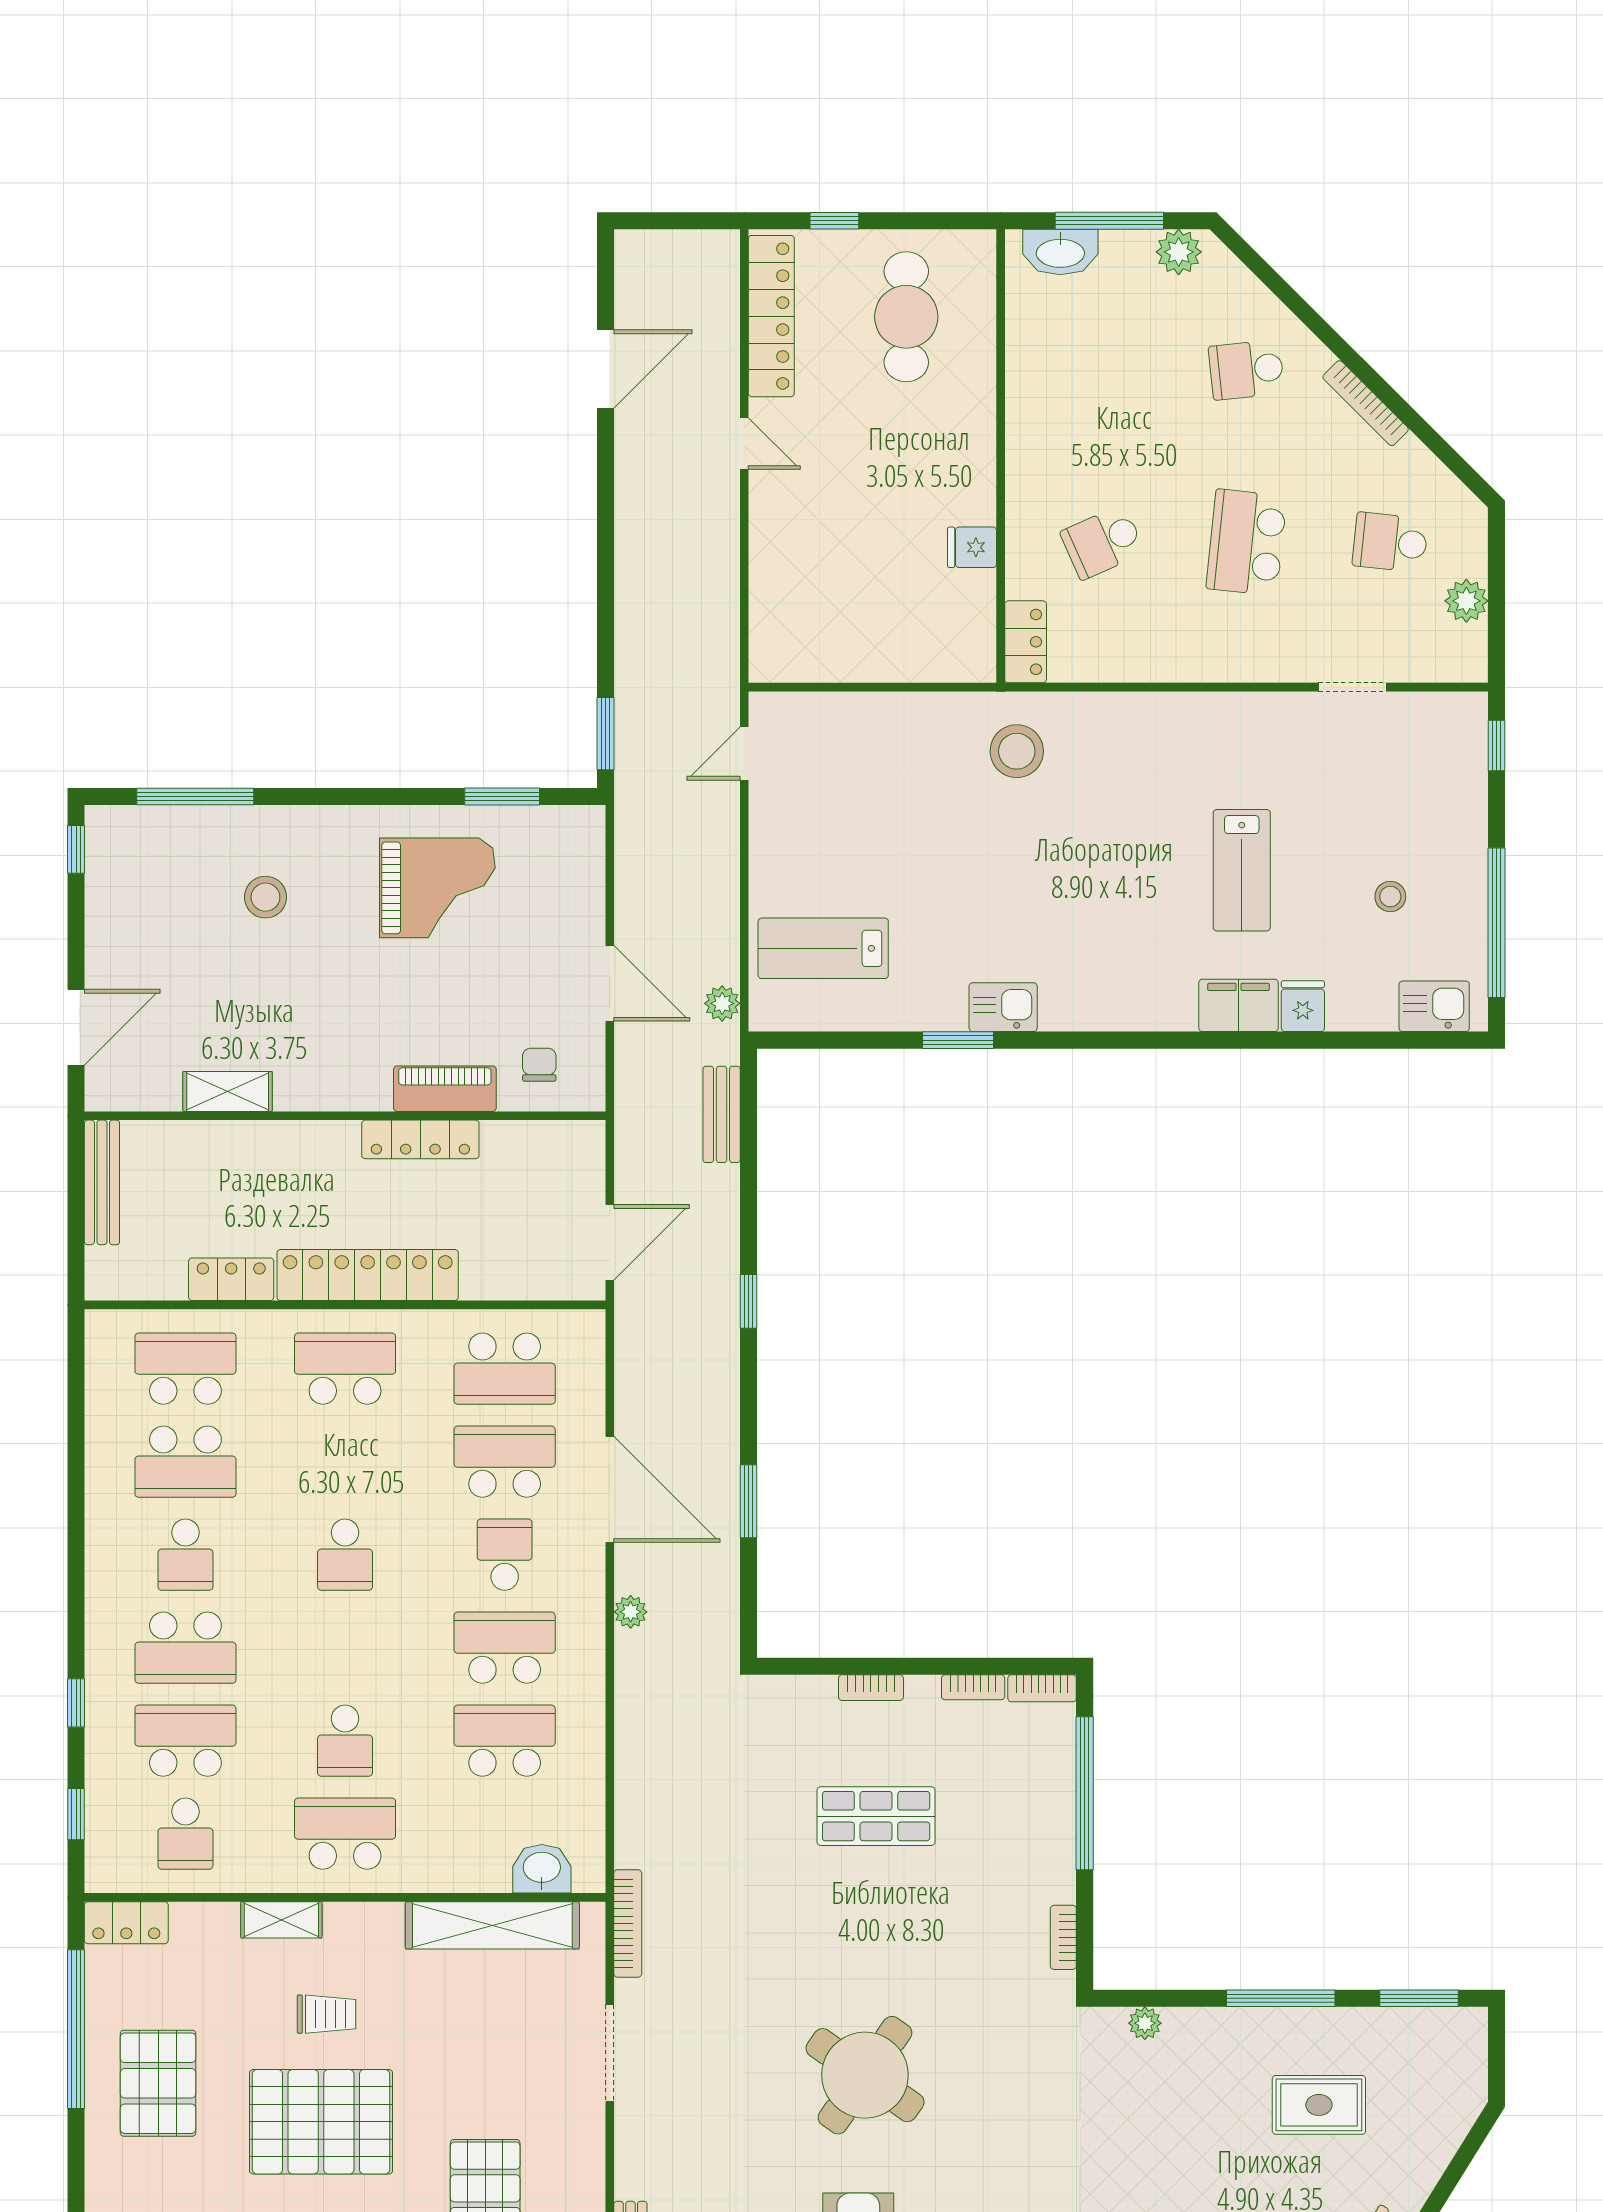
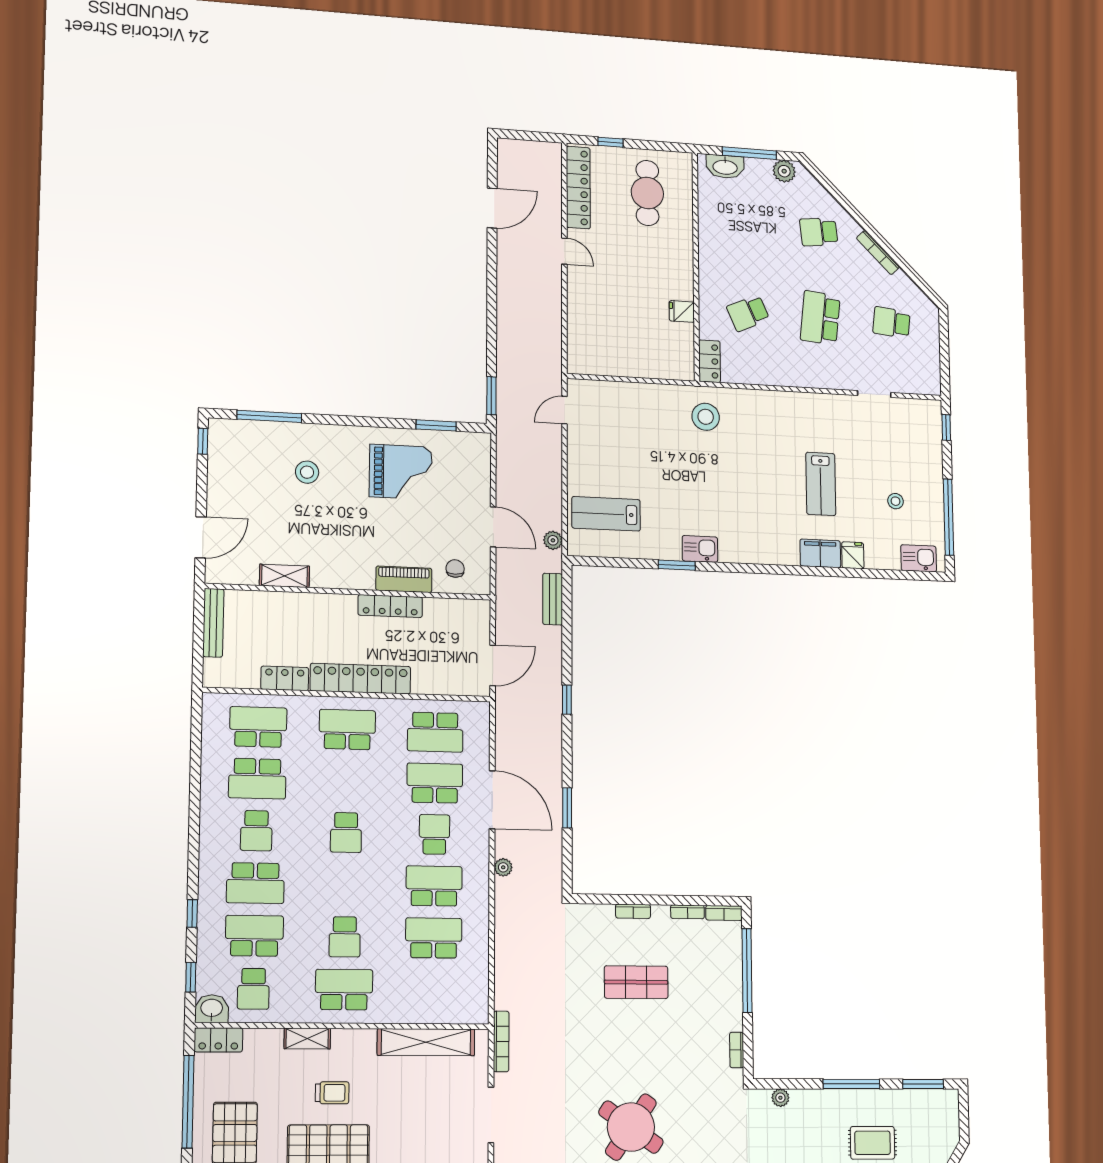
plant: (1466, 601) -> (930, 354), removed
washbasin: (542, 1869) -> (212, 1009), moved

